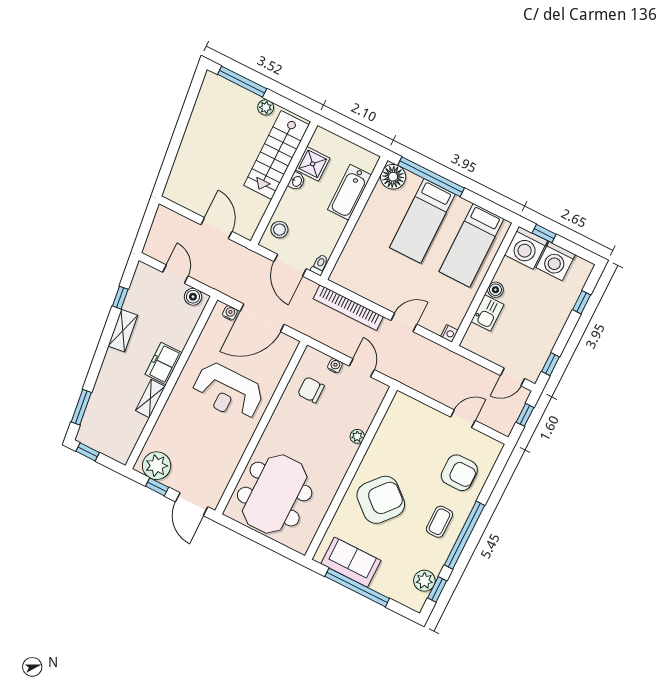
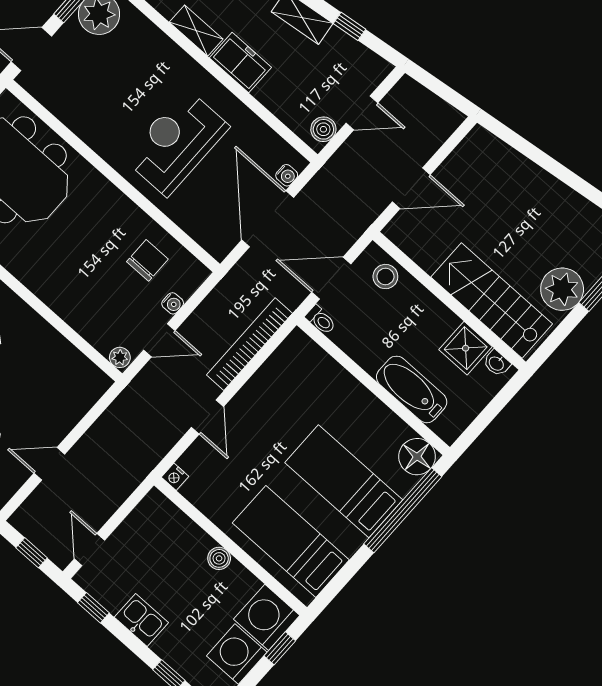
plant: (266, 107) -> (562, 289), width x1.88, depth x1.88
washbasin: (297, 181) -> (497, 363), moved
kitchen sink: (487, 313) -> (141, 620), moved, turned 180
door: (463, 419) -> (49, 464), swing flipped
plant: (357, 436) -> (120, 357), moved

